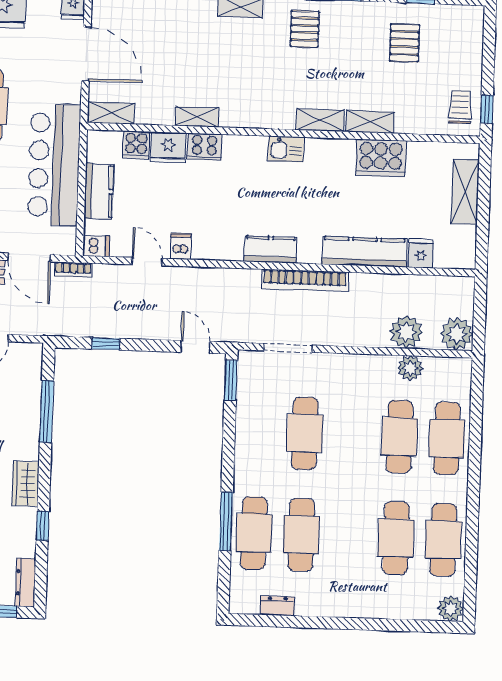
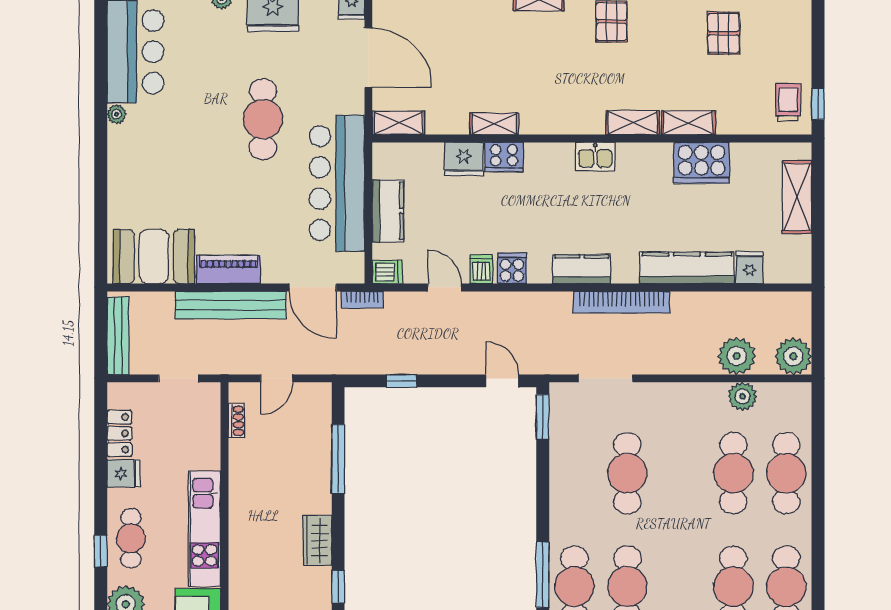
cooker: (136, 145) -> (512, 268), moved, turned 180

